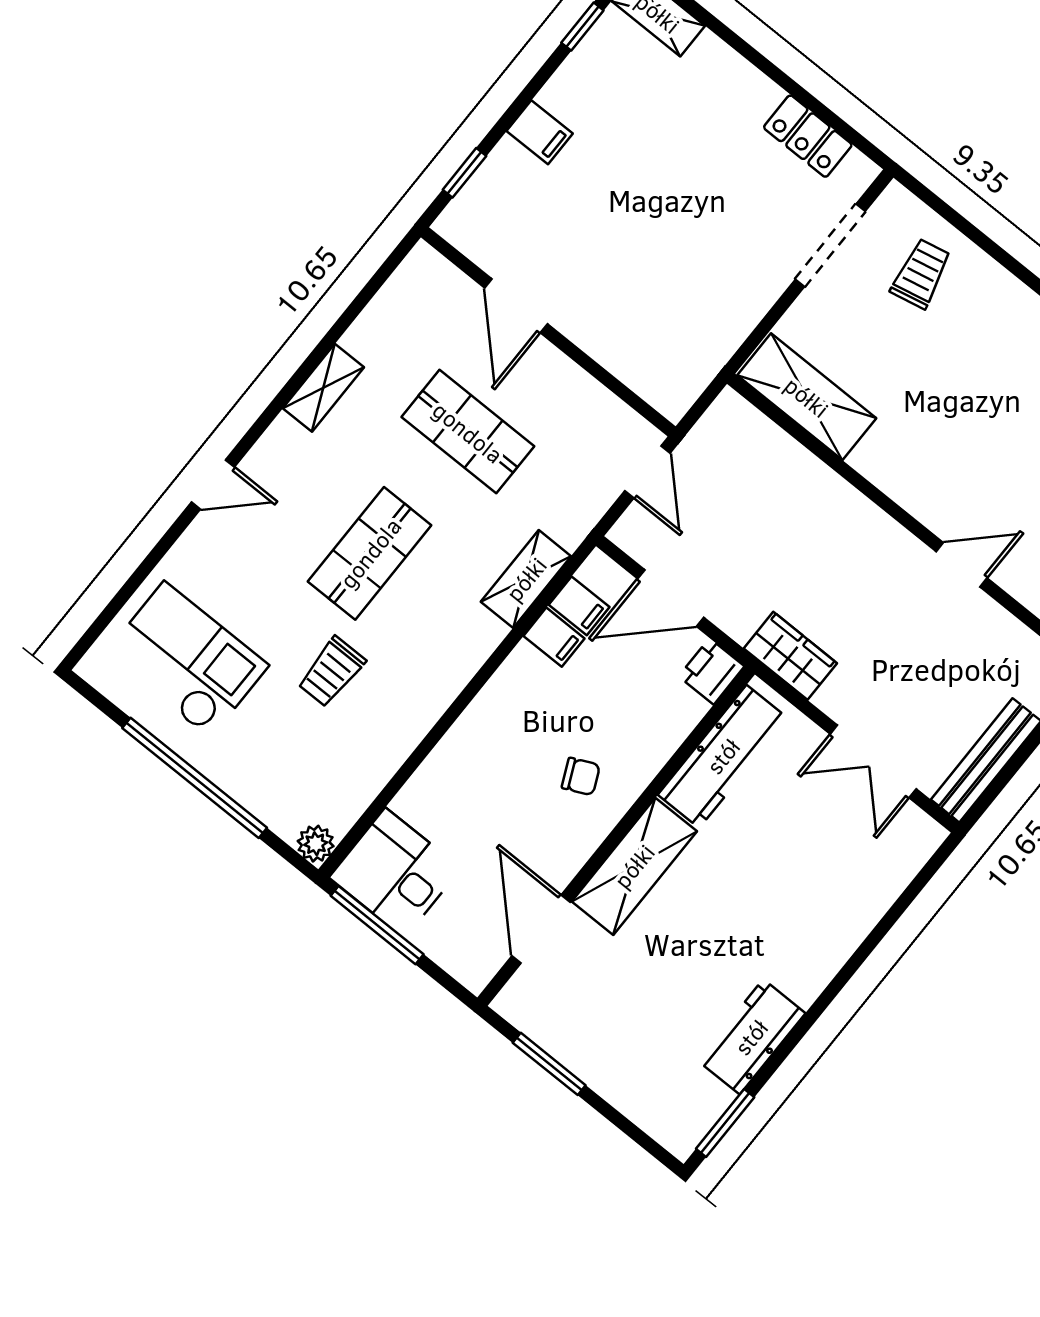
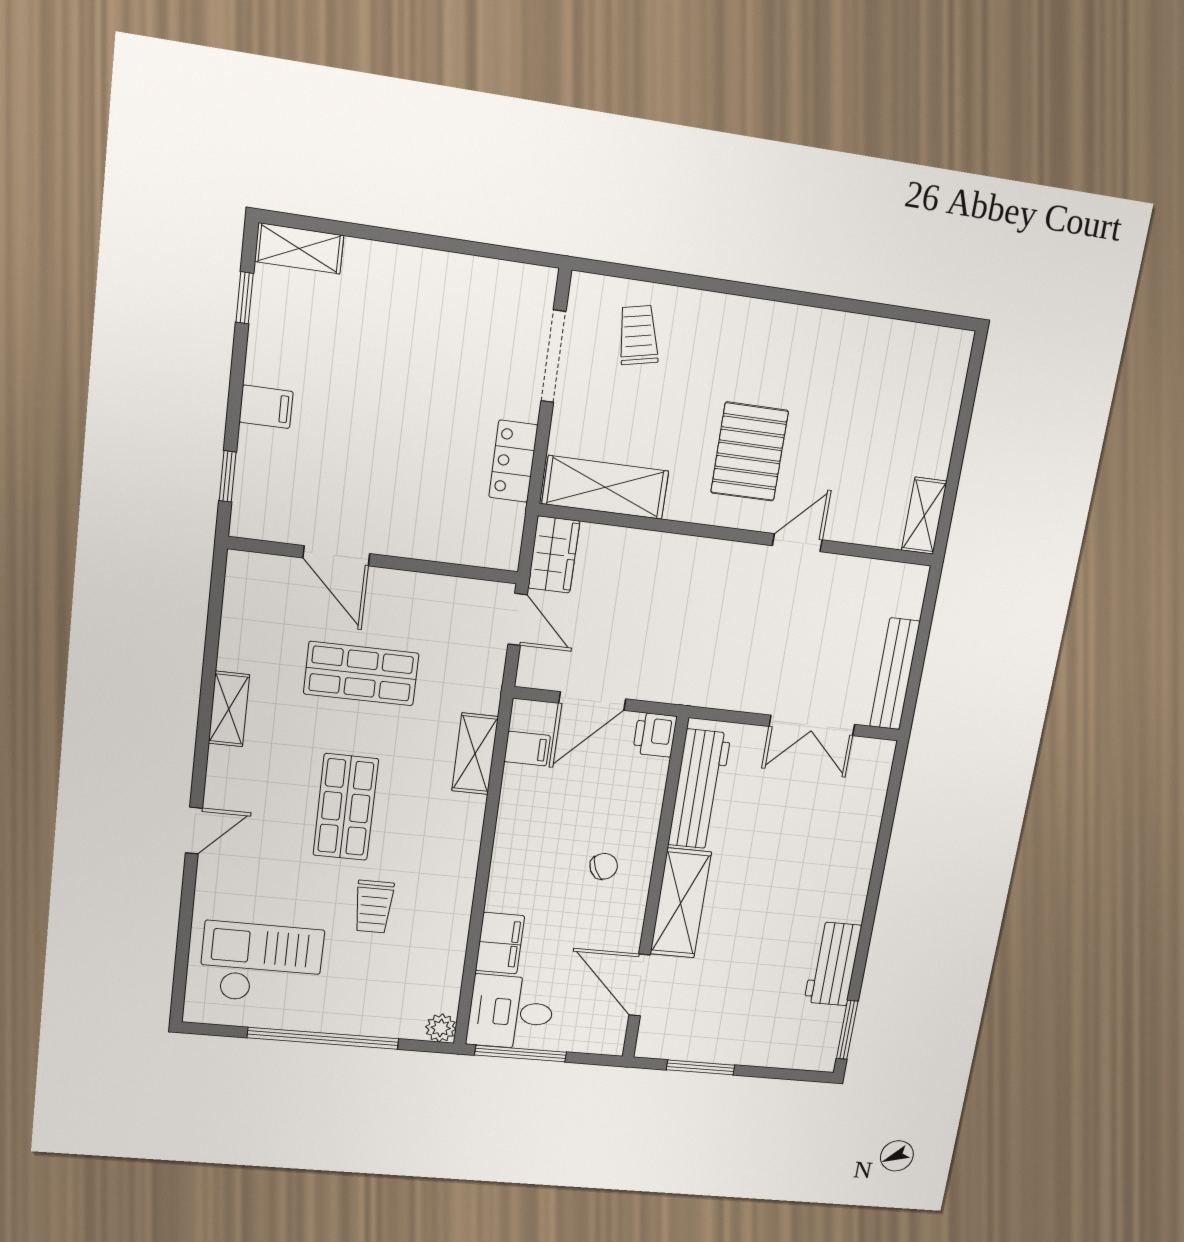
locker: (808, 136) -> (513, 461), moved, turned 90
pallet: (965, 447) -> (750, 452), added
filing cabinet: (554, 637) -> (500, 943), moved, width x2.00
wardrobe: (790, 656) -> (554, 554), moved, turned 90

